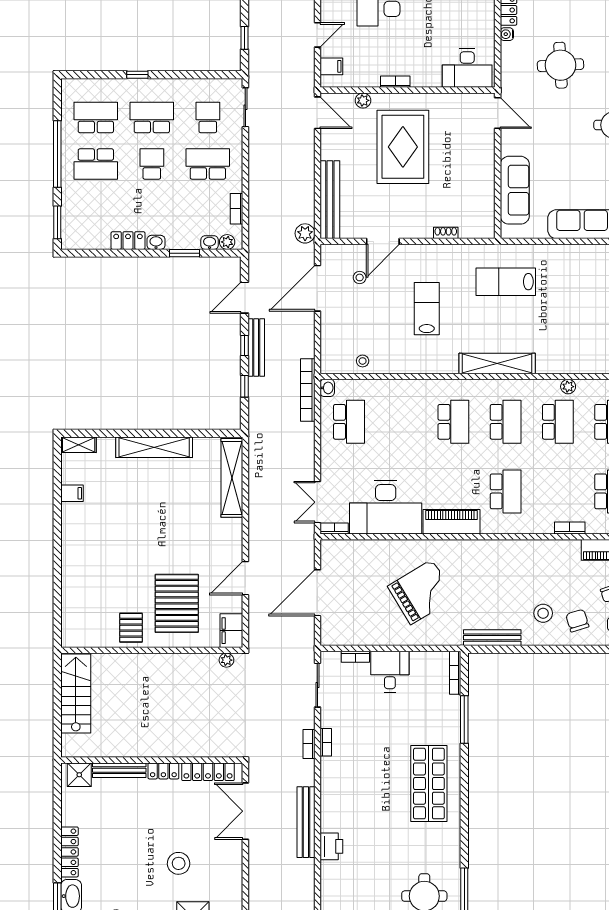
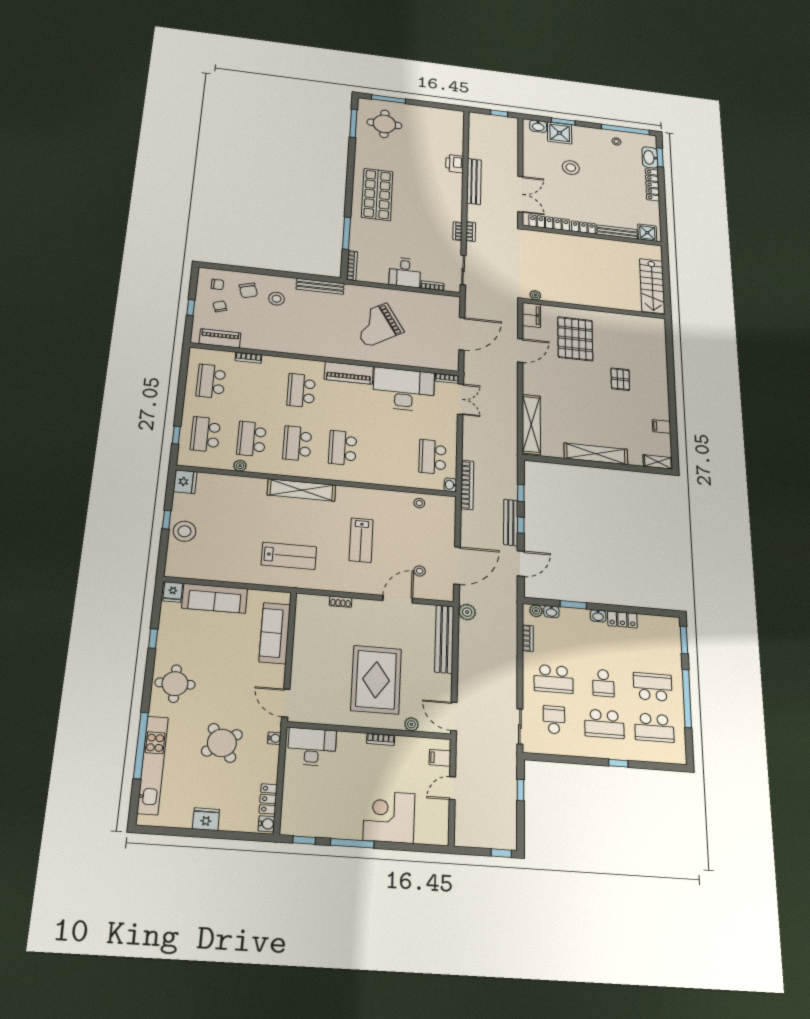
water cooler: (507, 34) -> (274, 738), moved
round table: (560, 65) -> (222, 743), turned -31
school desk: (208, 118) -> (554, 720), turned 180
pallet: (131, 628) -> (620, 379), moved

